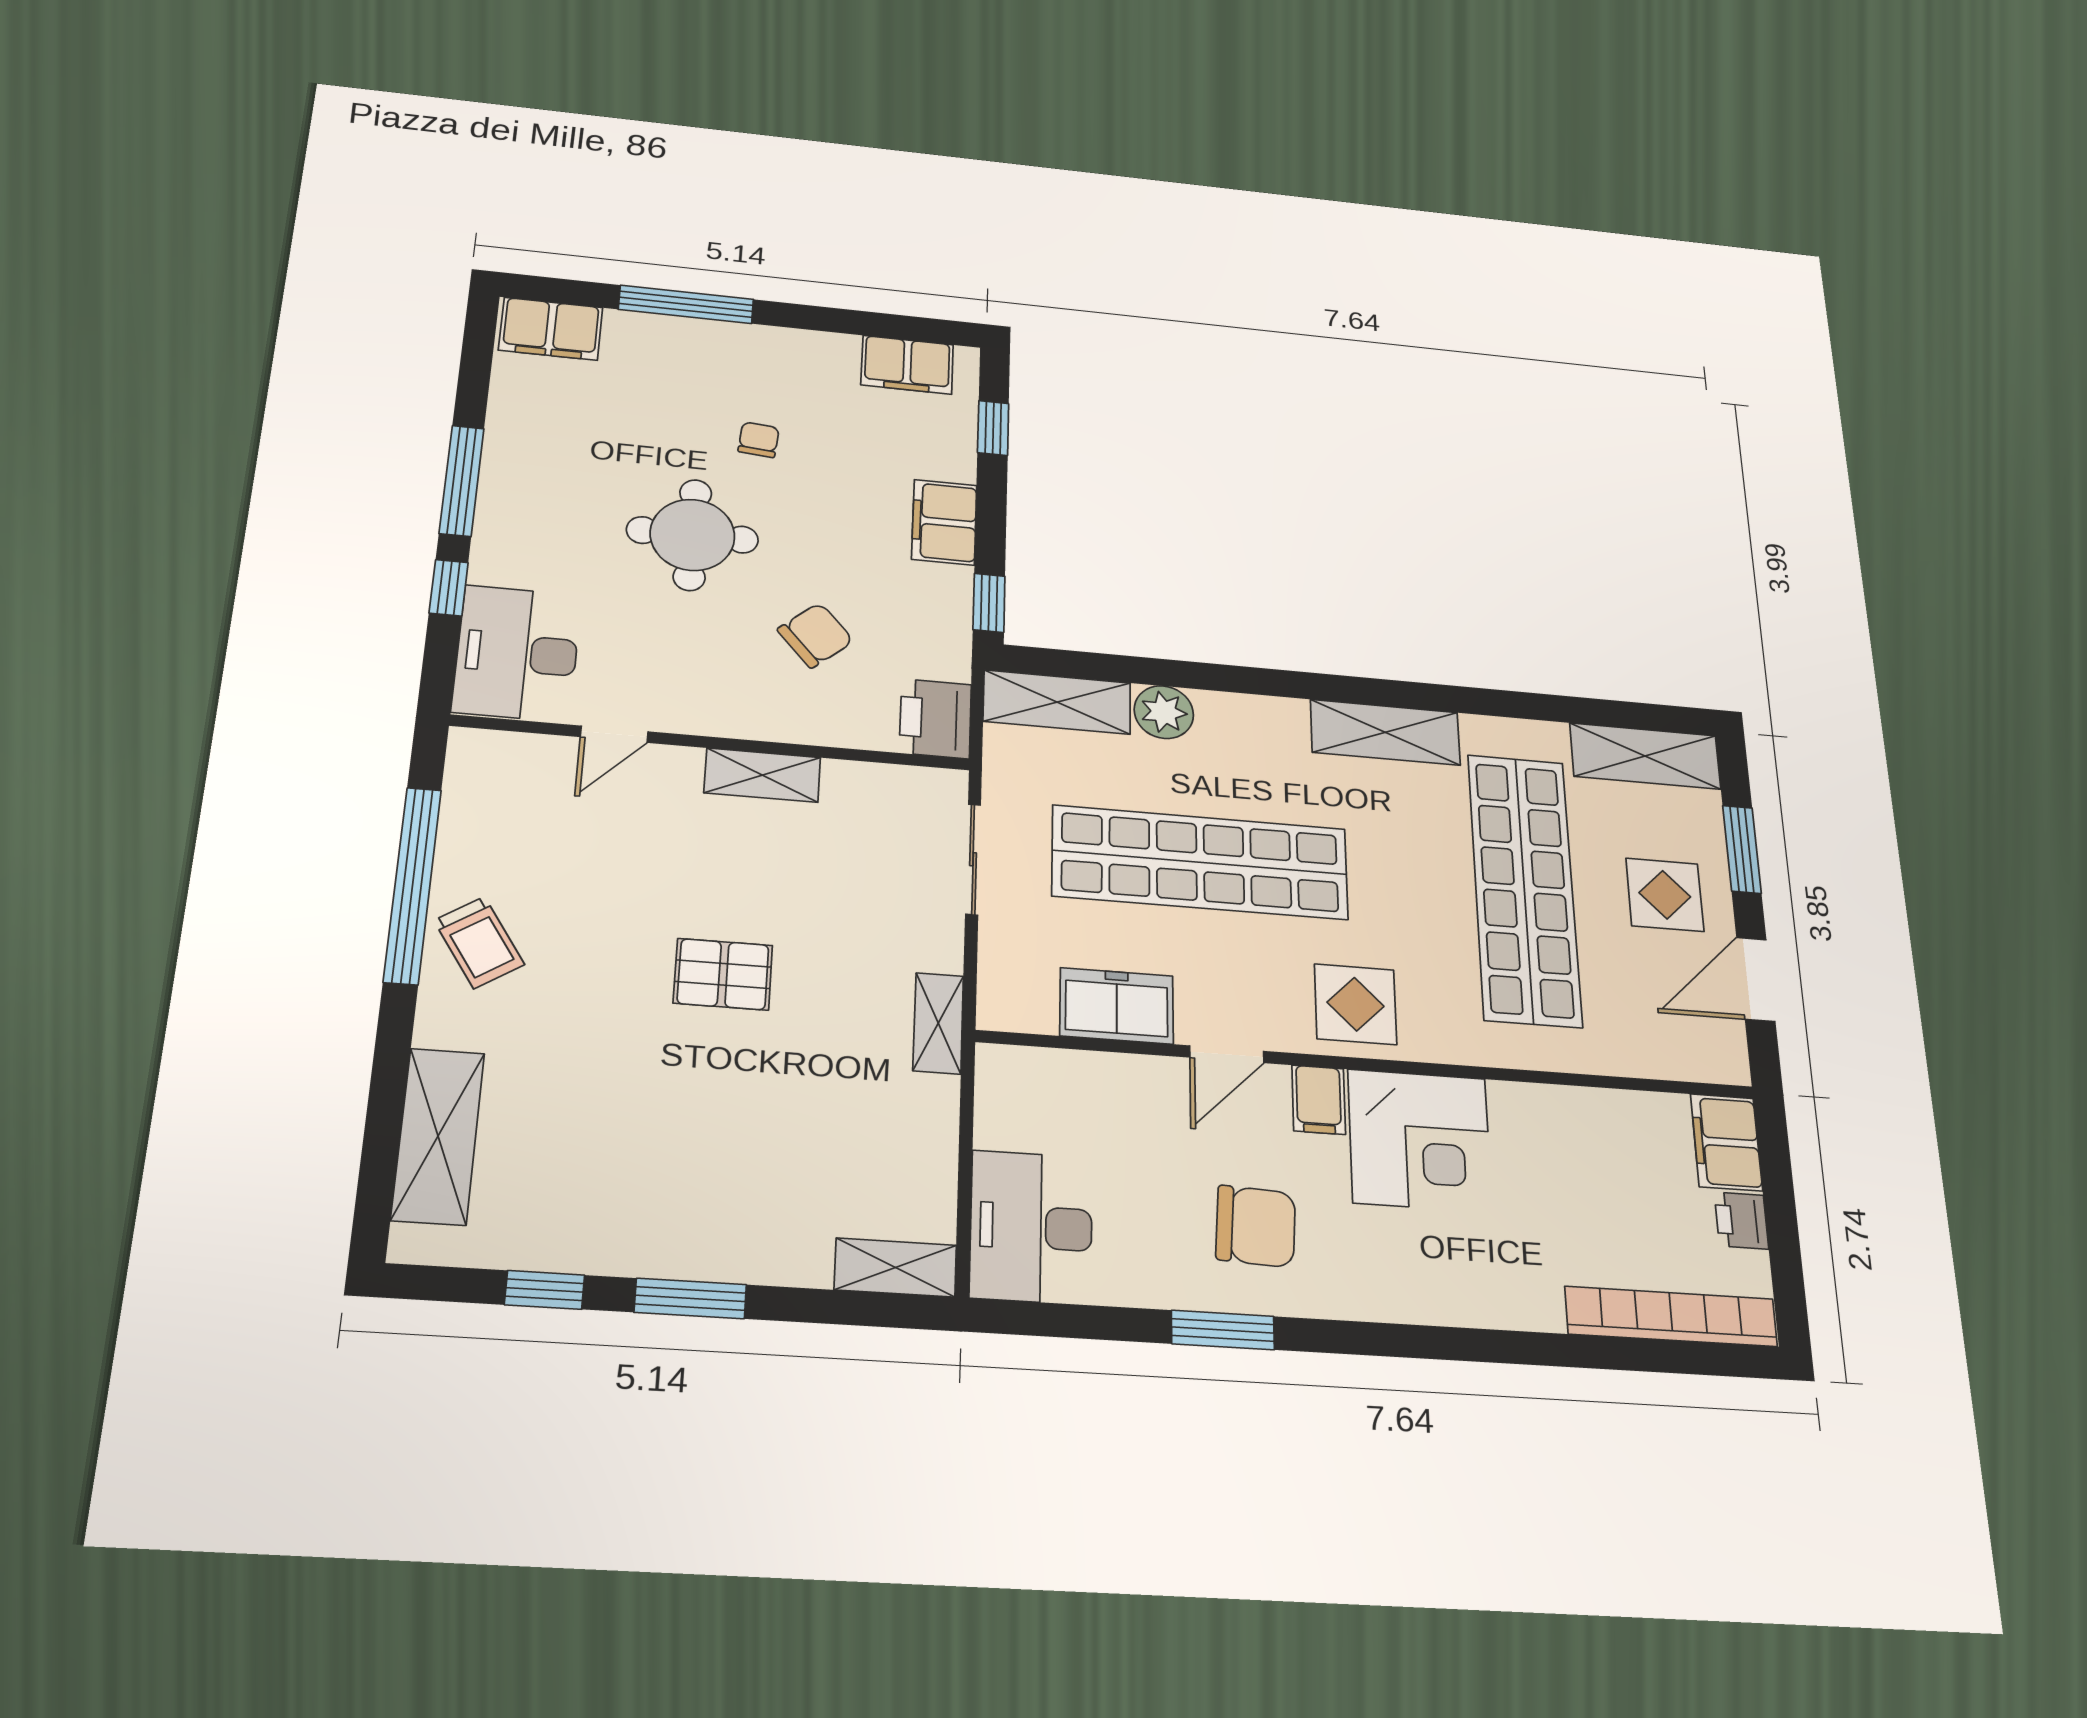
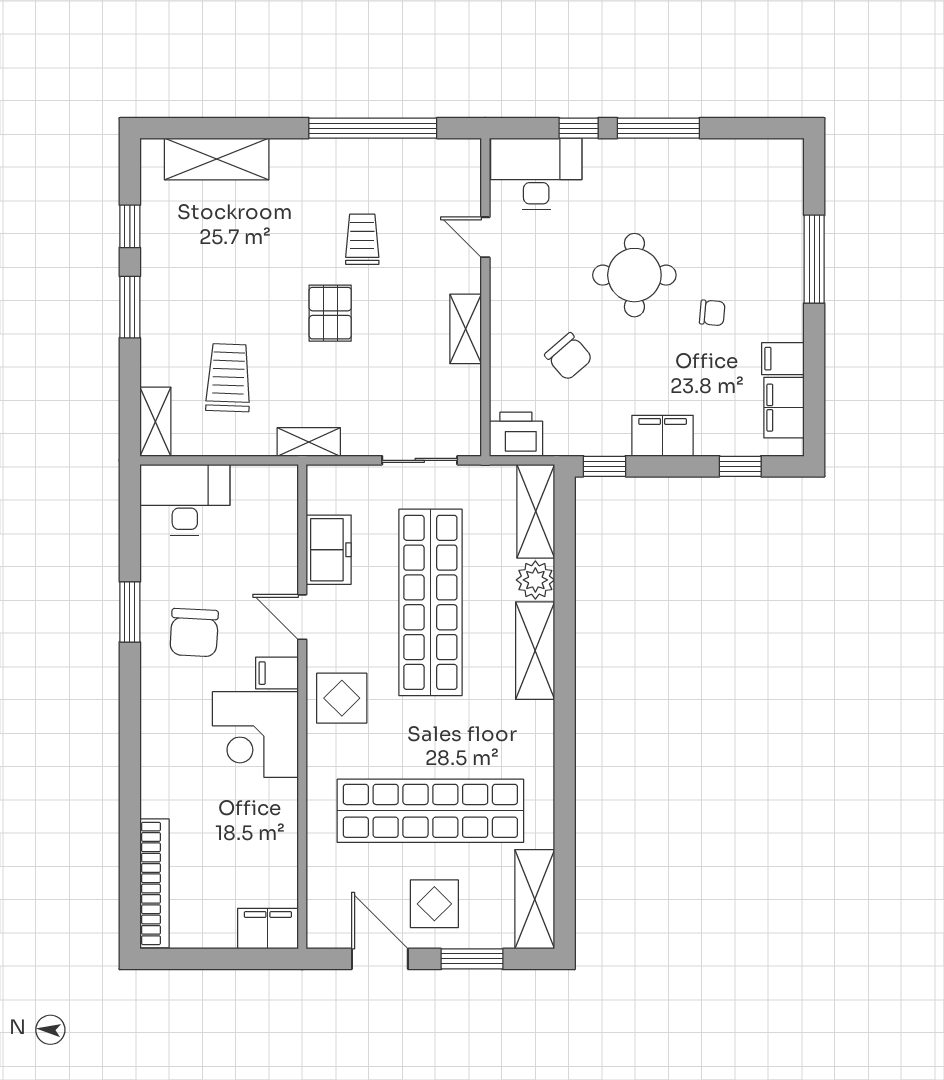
filing cabinet: (551, 329) -> (783, 359), moved, width x0.50
shelving: (1385, 732) -> (535, 651), moved
trolley: (479, 942) -> (362, 239), moved, turned 123
trolley: (824, 1142) -> (228, 378), added
printer: (1741, 1221) -> (218, 933), removed

